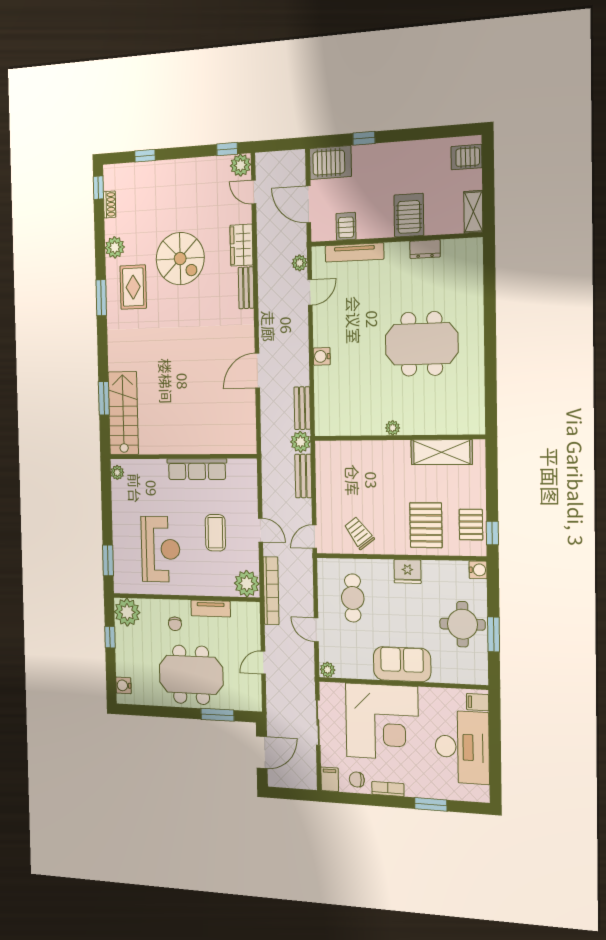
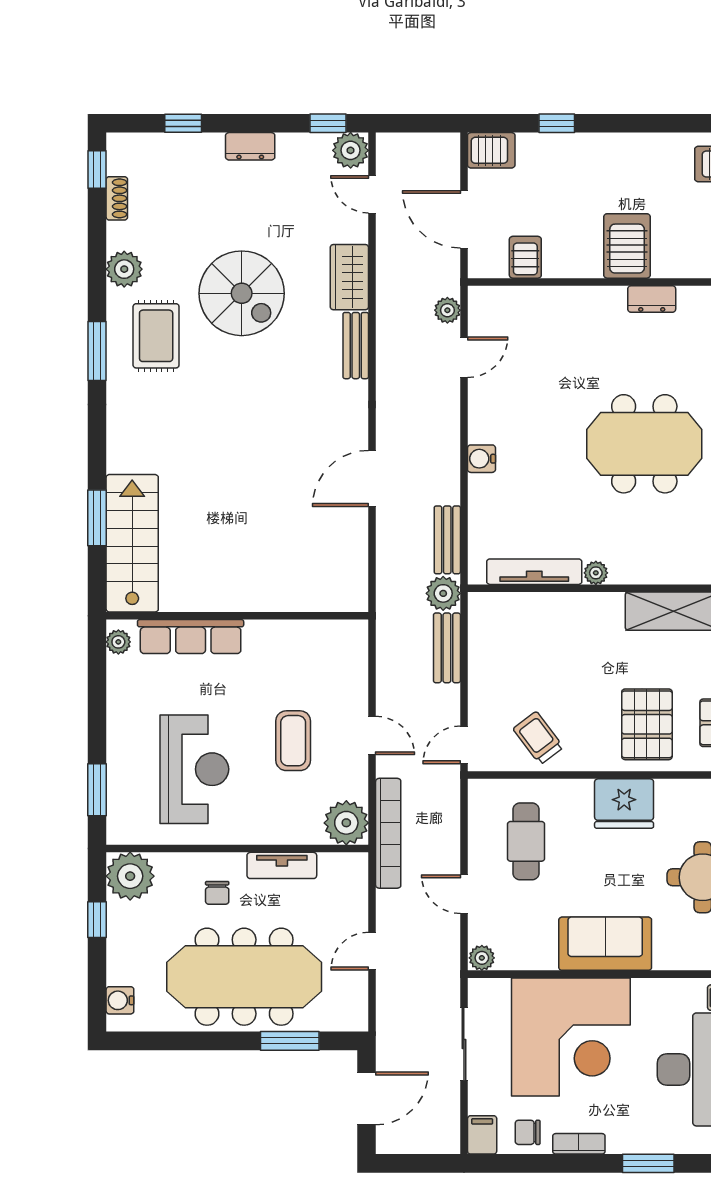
server rack: (330, 162) -> (491, 150), width x0.73, depth x0.70
dresser: (183, 167) -> (250, 146), added
tv unit: (354, 252) -> (534, 572), moved, turned 180
row of seats: (197, 469) -> (191, 637), moved
fridge: (407, 571) -> (624, 804), width x1.36, depth x1.34
meeting table: (191, 675) -> (244, 977), width x1.36

